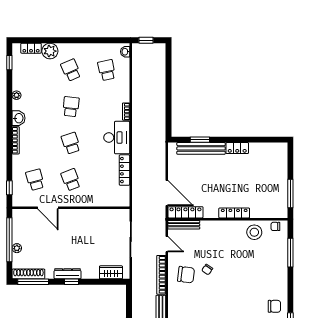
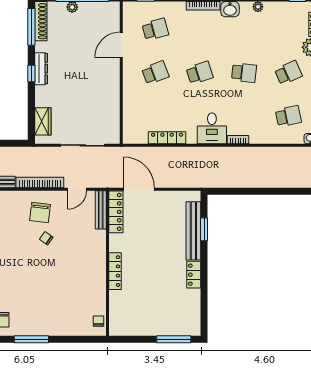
desk: (117, 138) -> (212, 128), width x0.73
door: (167, 193) -> (139, 189), swing flipped
window: (290, 193) -> (174, 339), moved
stool: (254, 232) -> (92, 295), removed
window: (290, 253) -> (31, 339), moved

